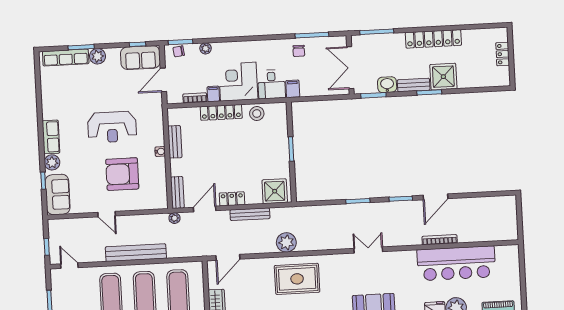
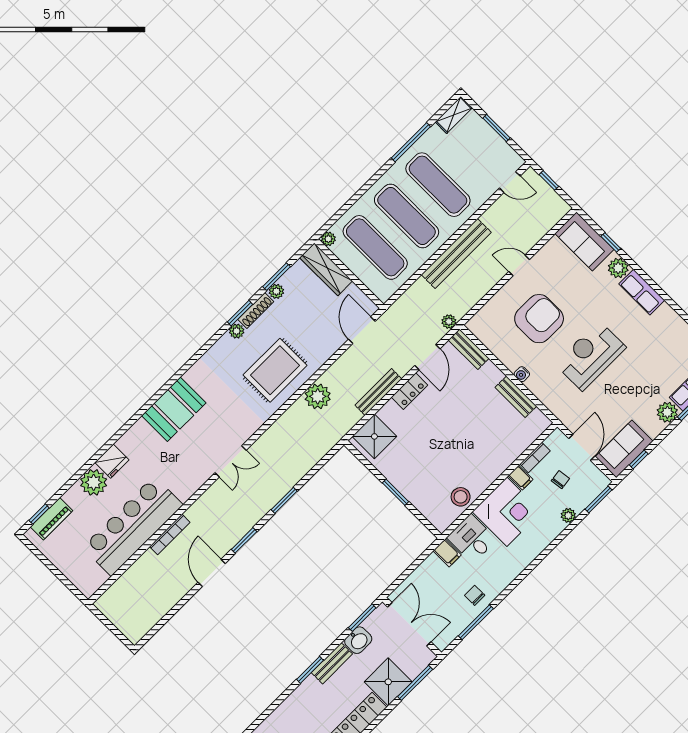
chair: (179, 51) -> (560, 480), moved
shower: (443, 77) -> (388, 682), moved
locker: (221, 112) -> (496, 466), removed

